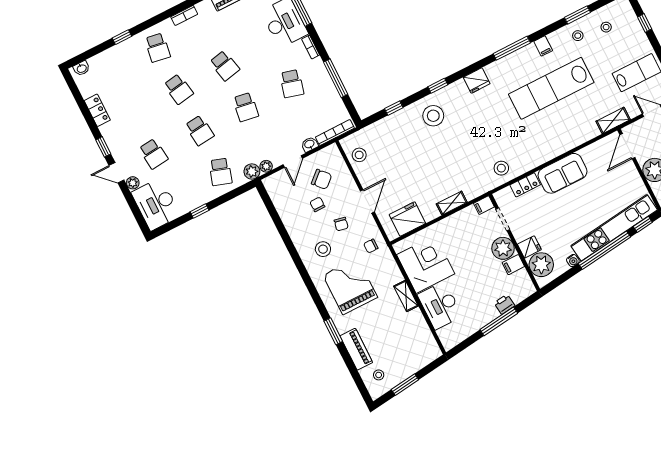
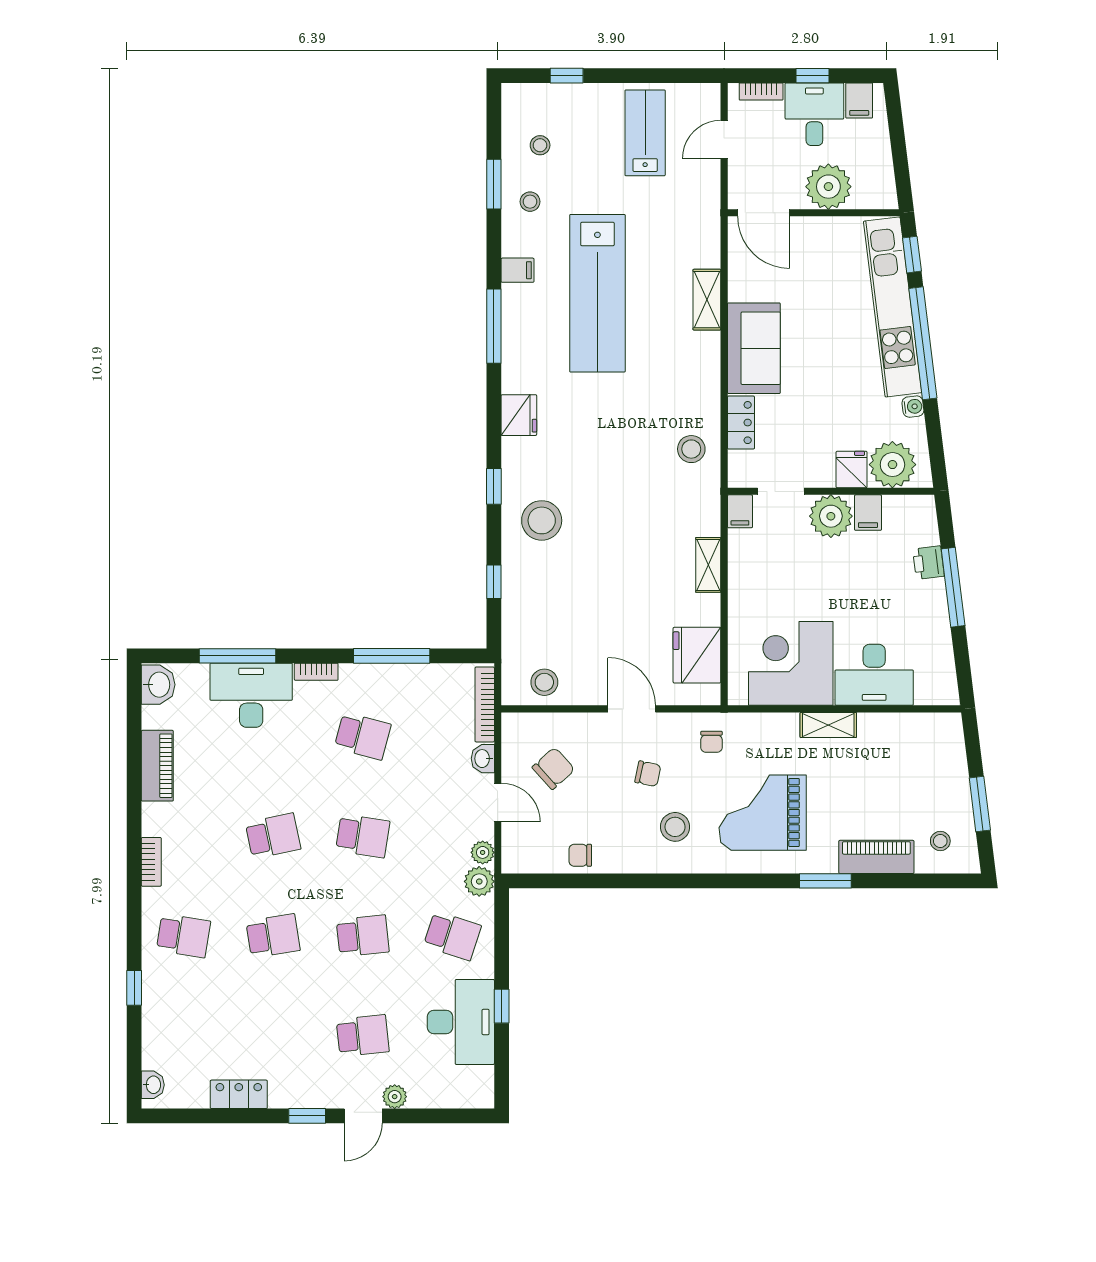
shelving: (613, 120) -> (707, 300), moved
desk: (156, 204) -> (461, 1022), moved, turned -90
chair: (317, 204) -> (580, 855), moved

